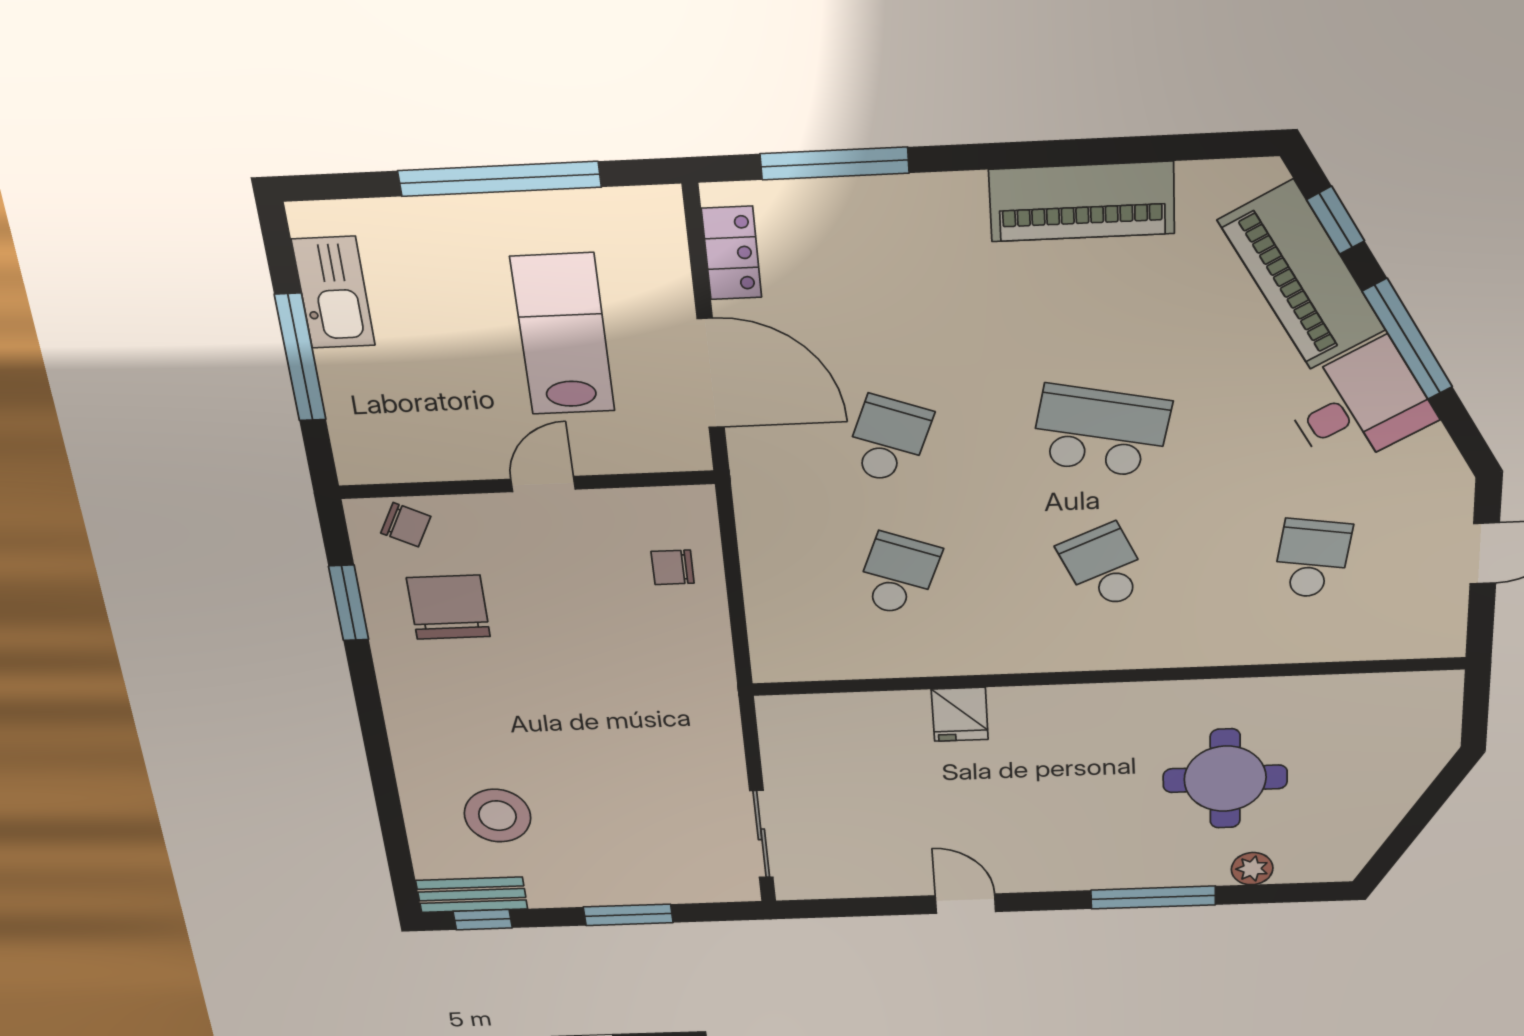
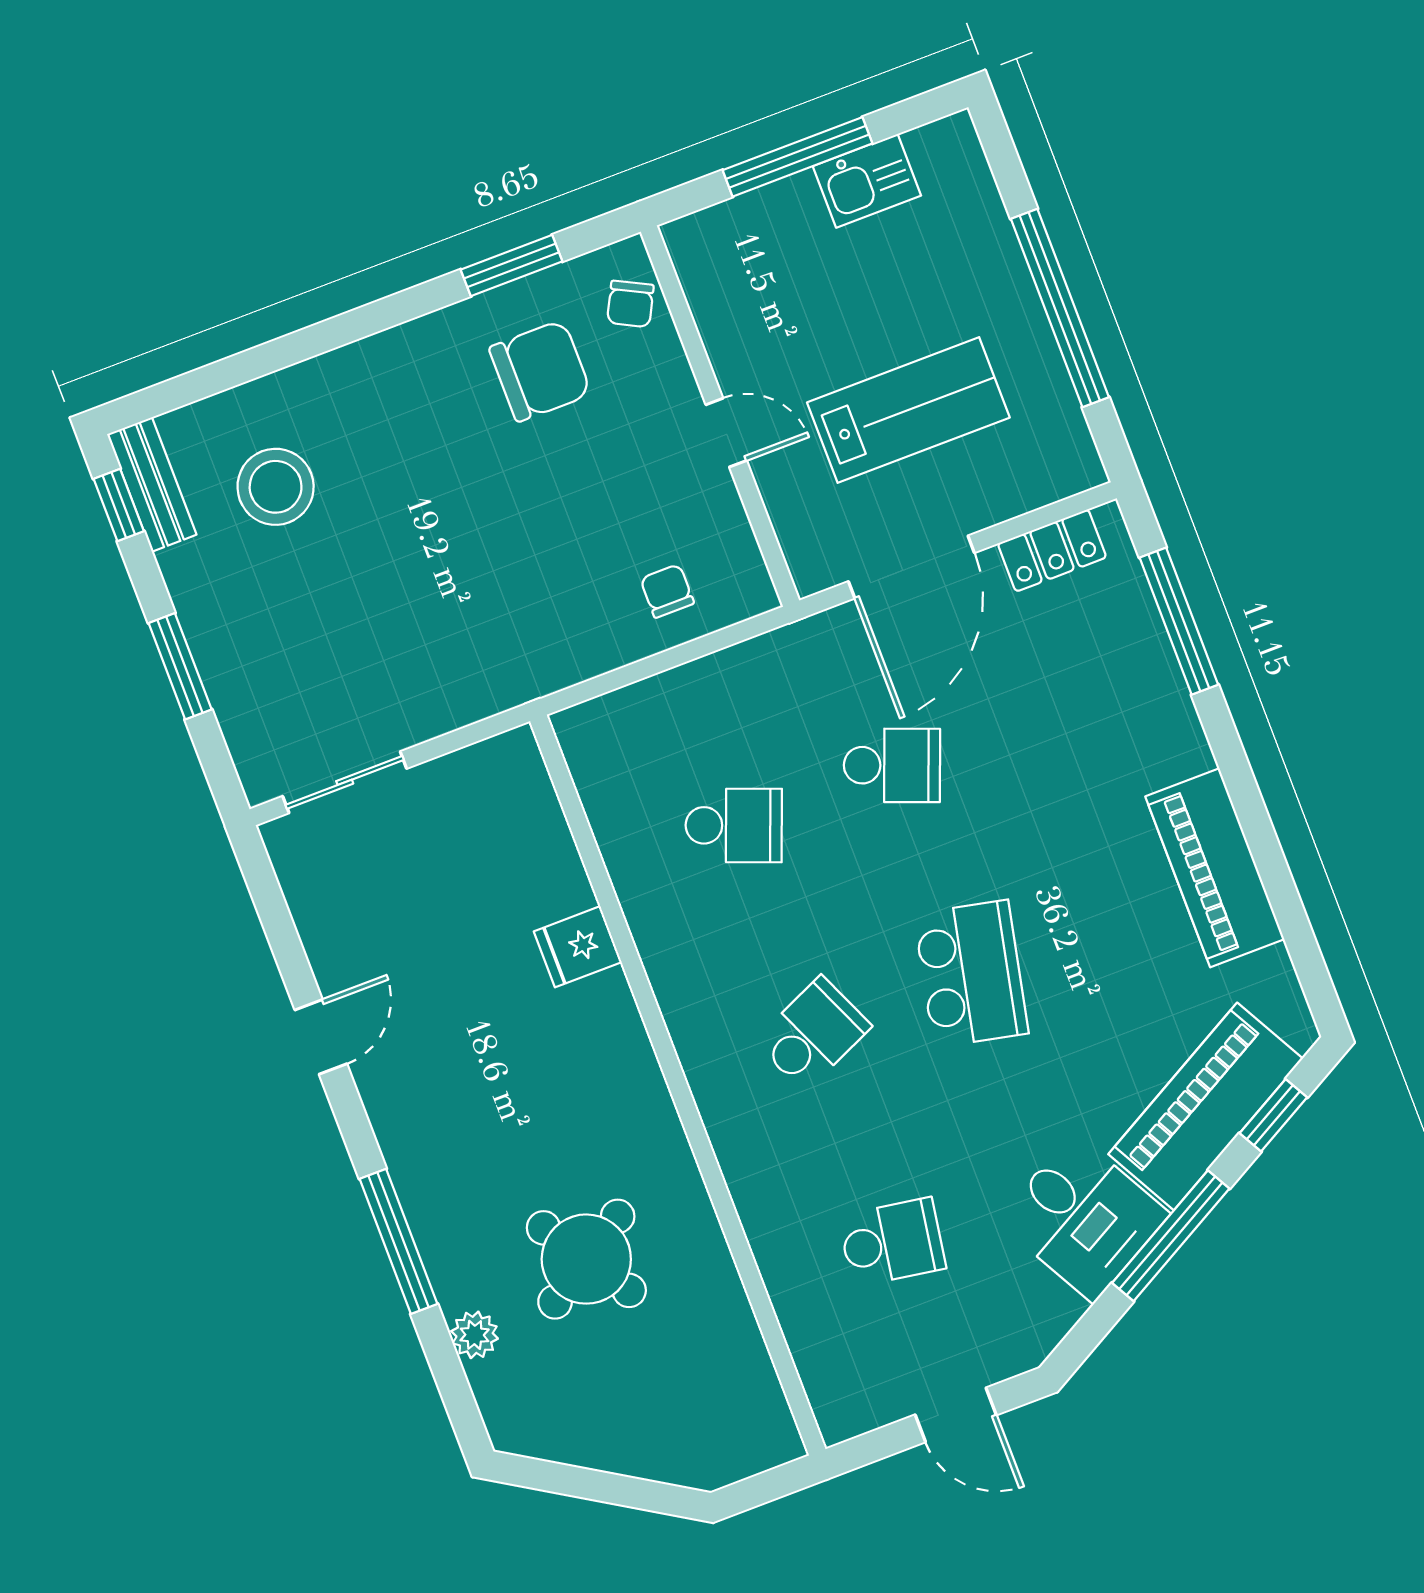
kitchen sink: (333, 293) -> (867, 181), width x0.73
round table: (1225, 779) -> (586, 1259), turned -33

